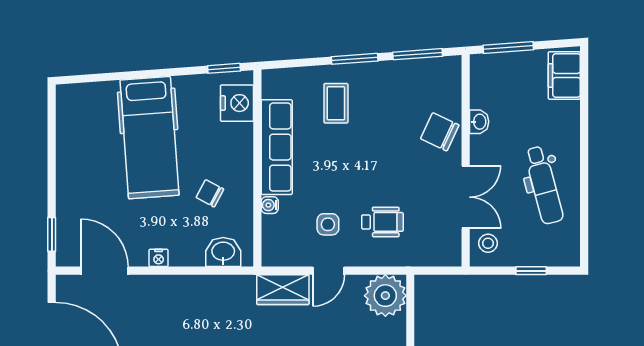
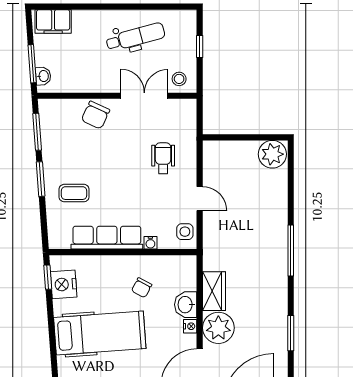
nightstand: (237, 103) -> (64, 284), moved, turned -94
washbasin: (479, 122) -> (43, 76), moved, turned 86
side table: (328, 224) -> (185, 232), moved
washbasin: (223, 252) -> (186, 305), moved
wardrobe: (283, 290) -> (214, 291), moved
plant: (385, 296) -> (218, 328), moved

